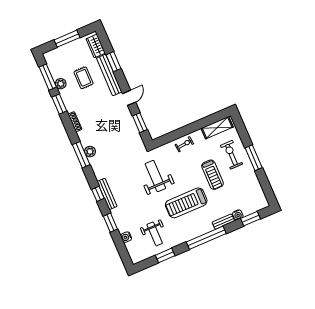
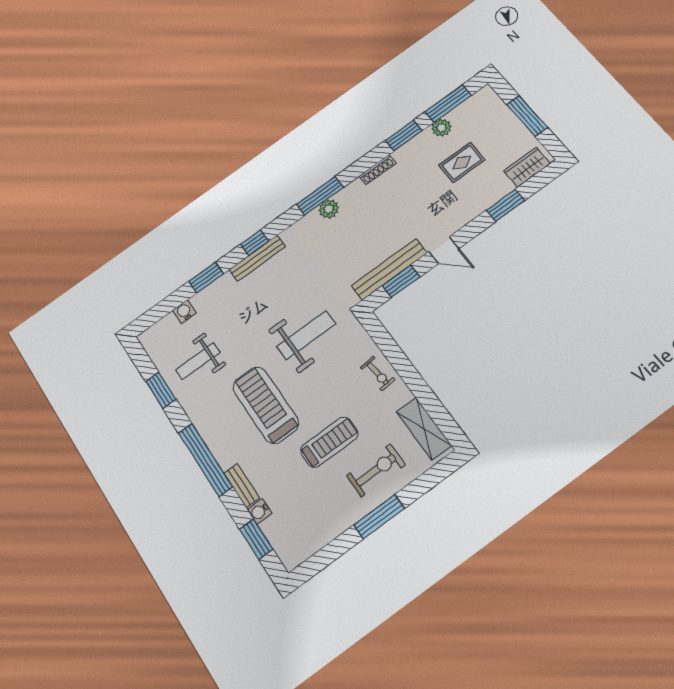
bench: (109, 75) -> (389, 269), moved
treadmill: (212, 175) -> (329, 442), turned 180

